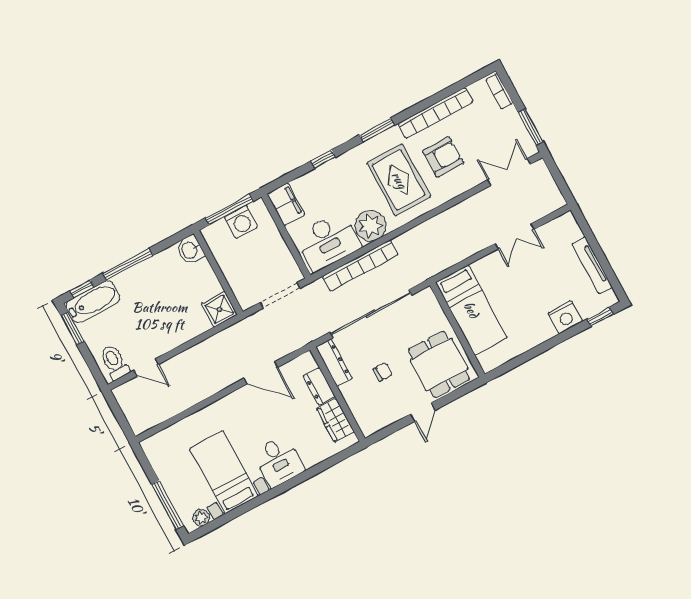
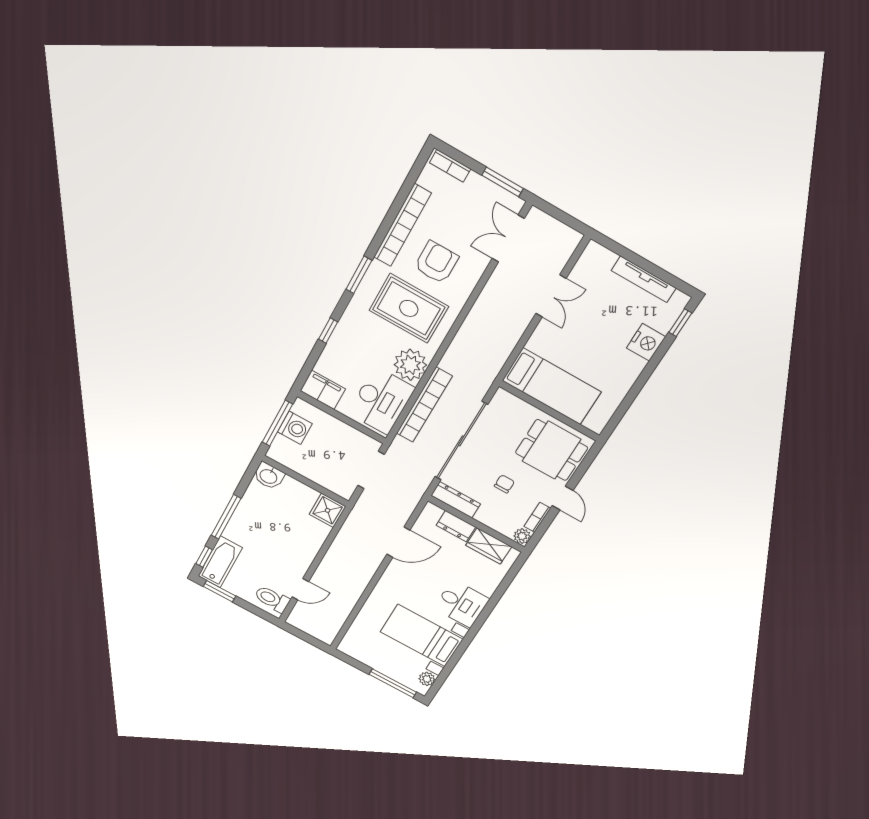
bookcase: (392, 418) -> (537, 517), added
plant: (369, 427) -> (522, 536), added

